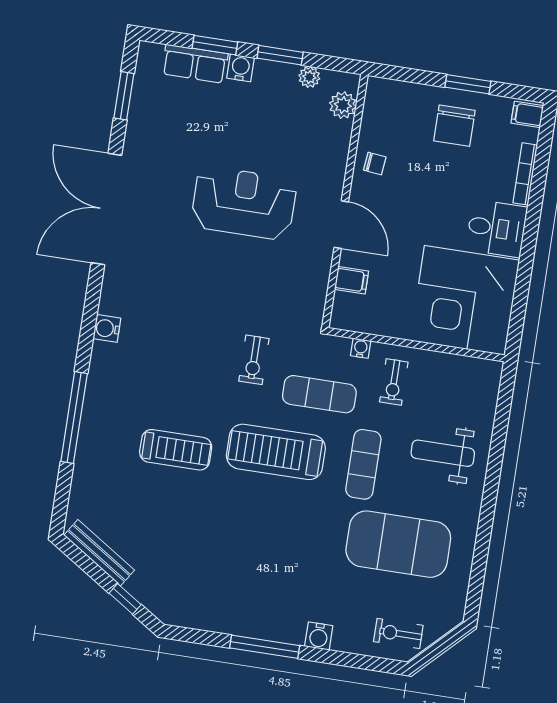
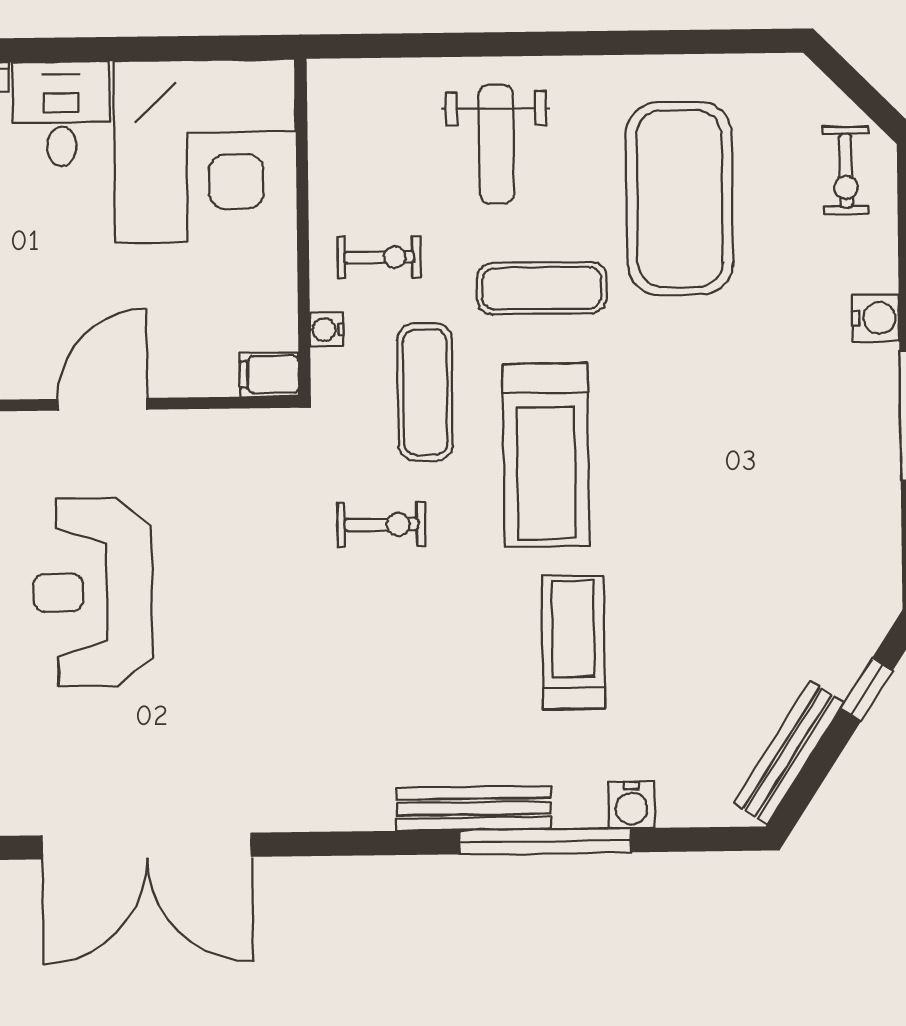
filing cabinet: (351, 280) -> (269, 374), moved, turned -90
water cooler: (107, 328) -> (631, 805), moved
bench: (98, 383) -> (473, 808), added

